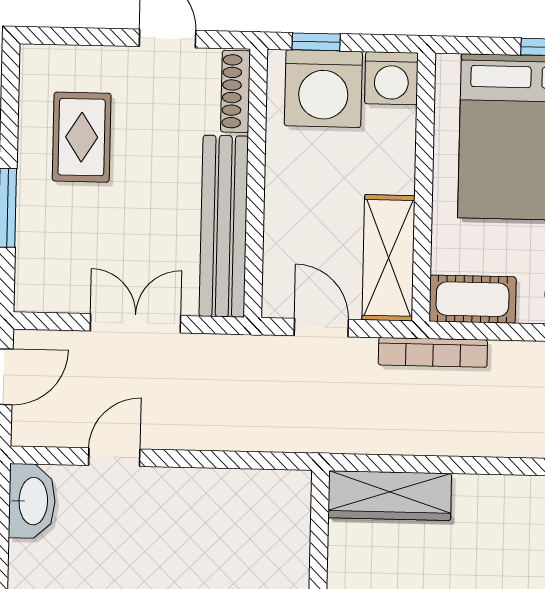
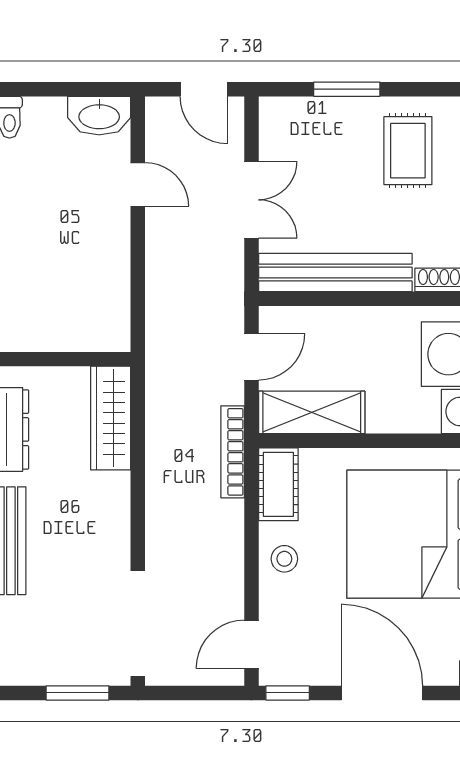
rug: (82, 137) -> (408, 151), turned 90

